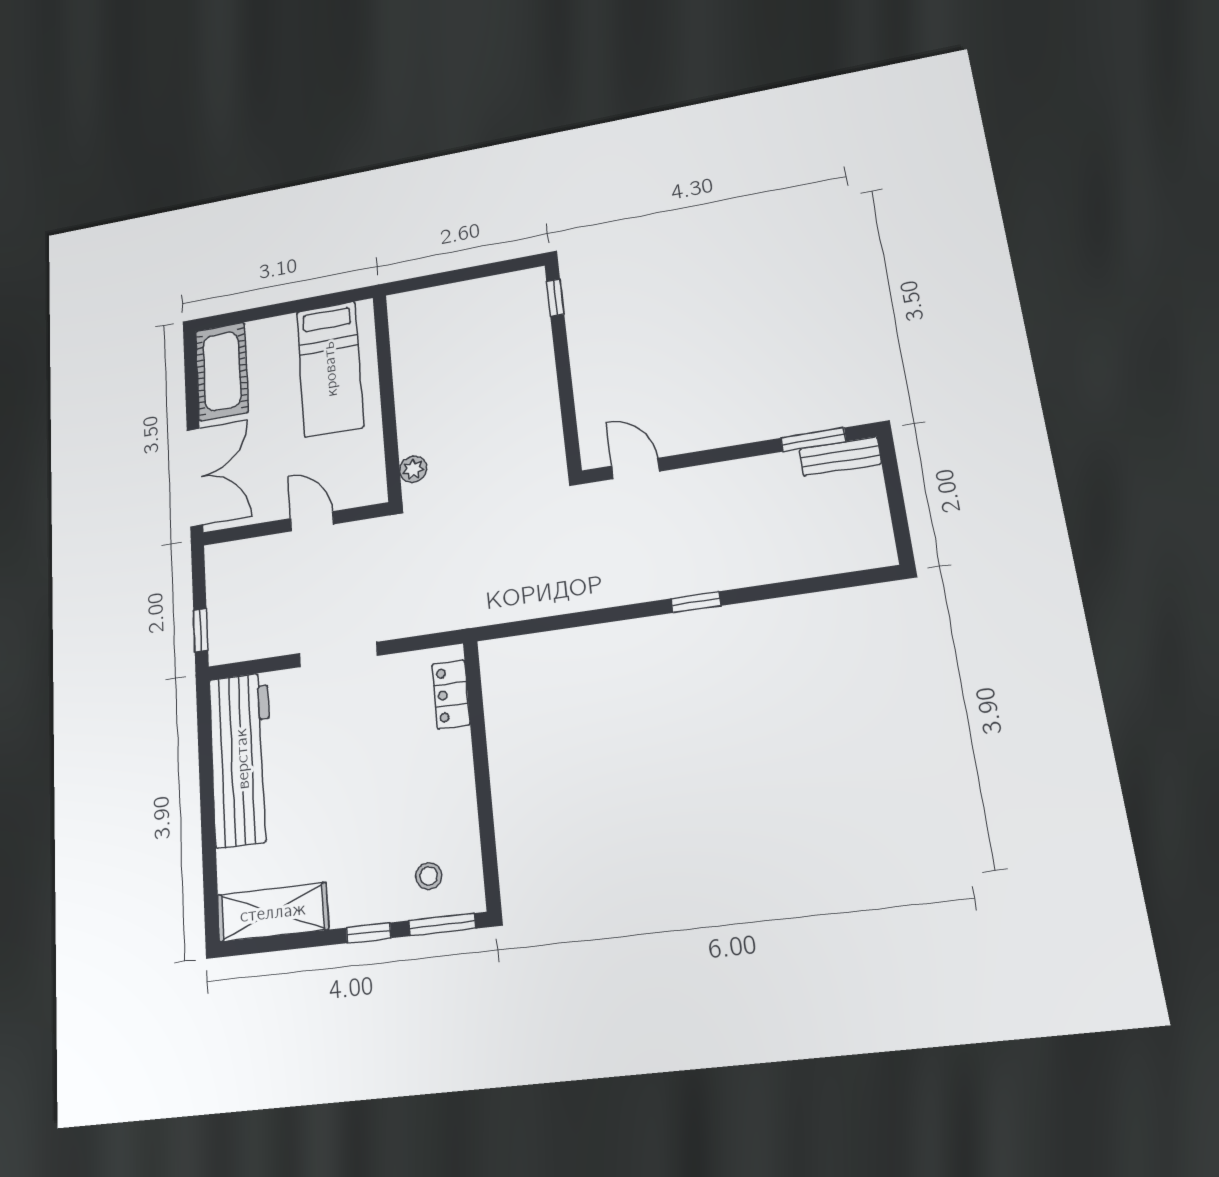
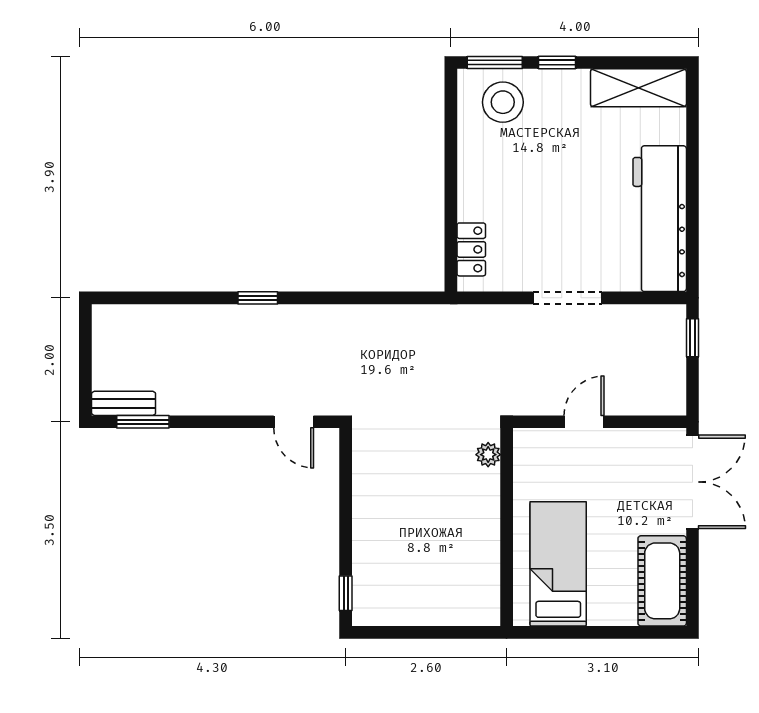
double door: (195, 477) -> (692, 482), swing flipped
door: (312, 521) -> (584, 422), swing flipped
stool: (429, 876) -> (503, 102), width x1.89, depth x1.89

